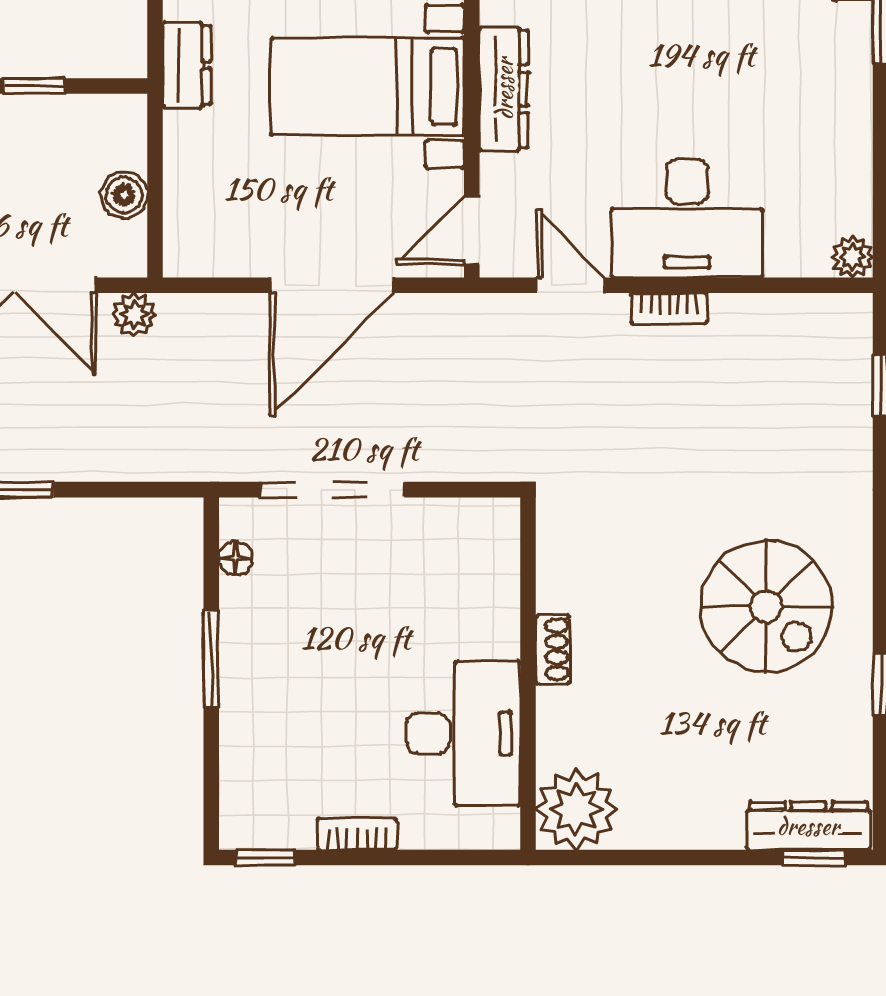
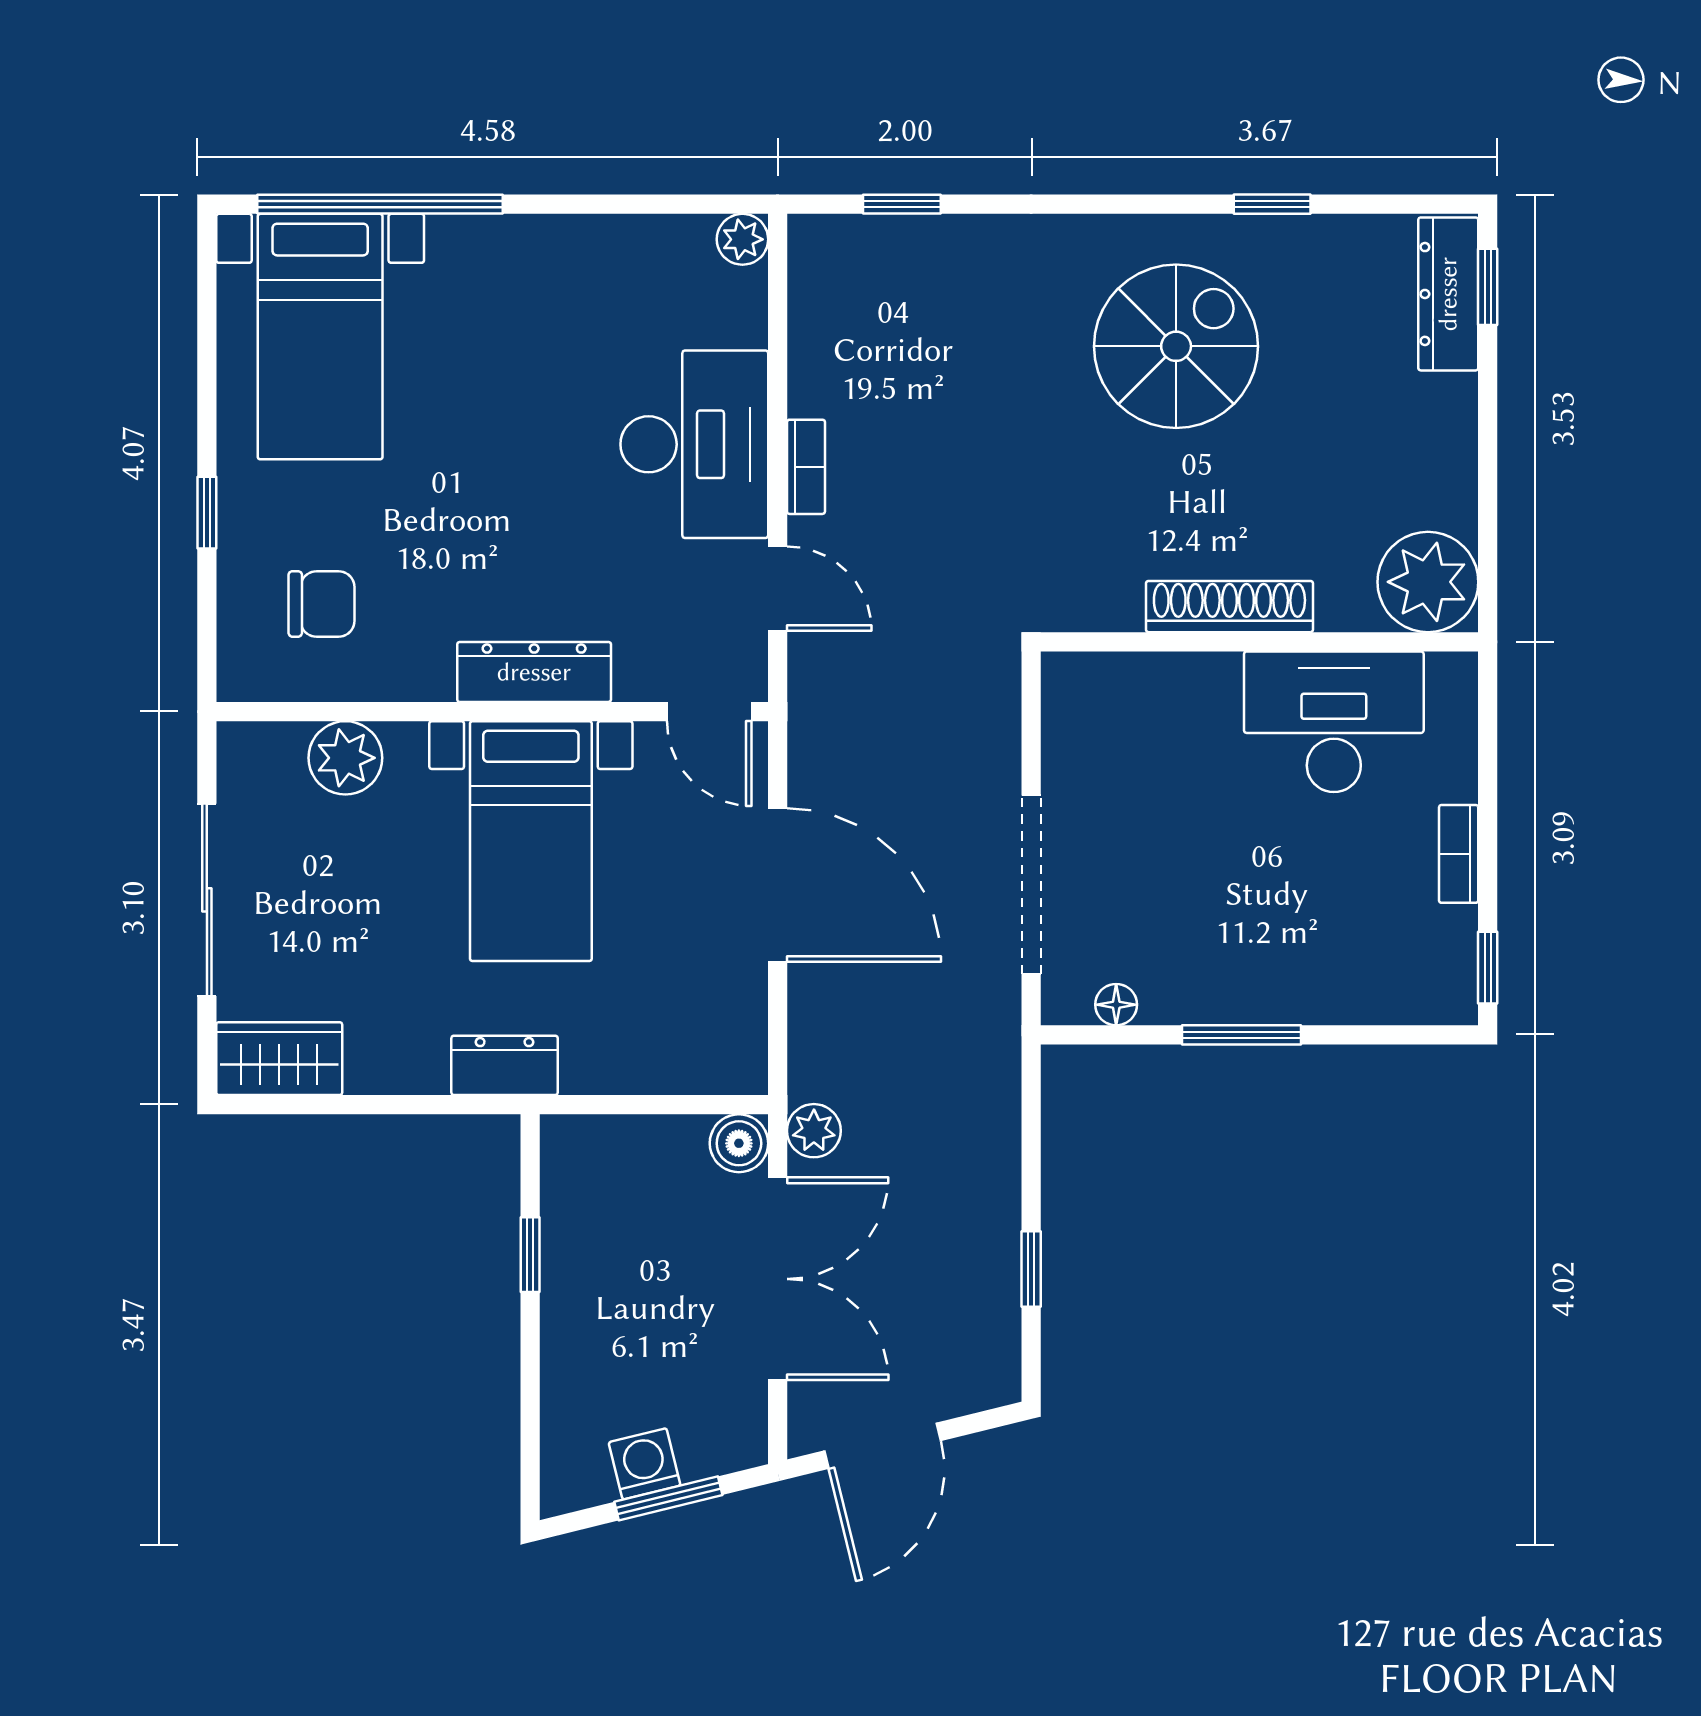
boiler: (124, 195) -> (739, 1143), moved
door: (571, 285) -> (778, 589), swing flipped
shoe rack: (552, 649) -> (1229, 607), width x1.94, depth x1.24

